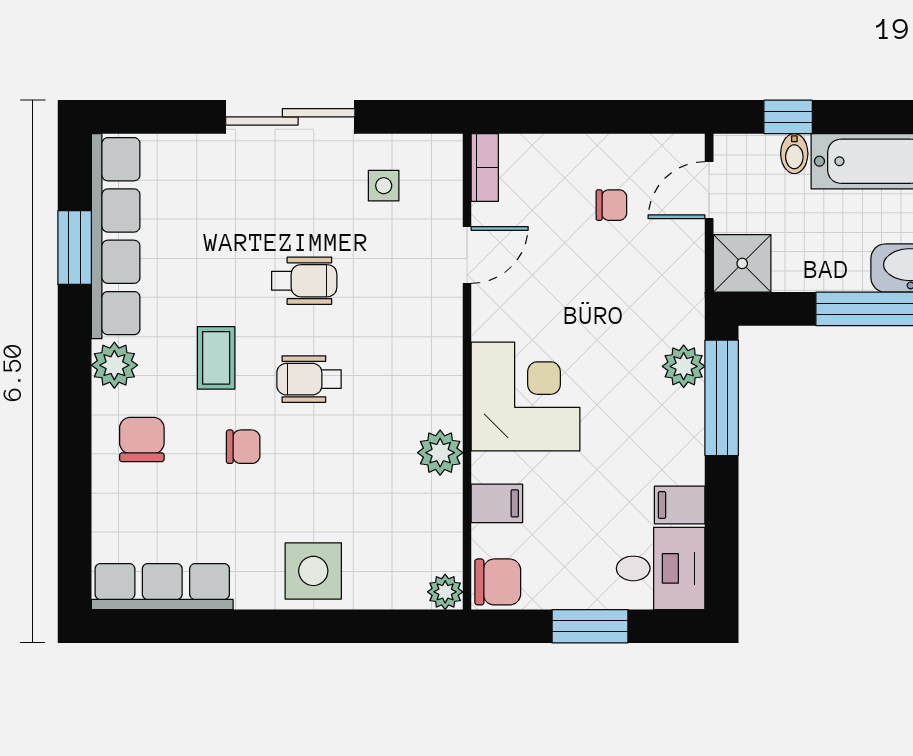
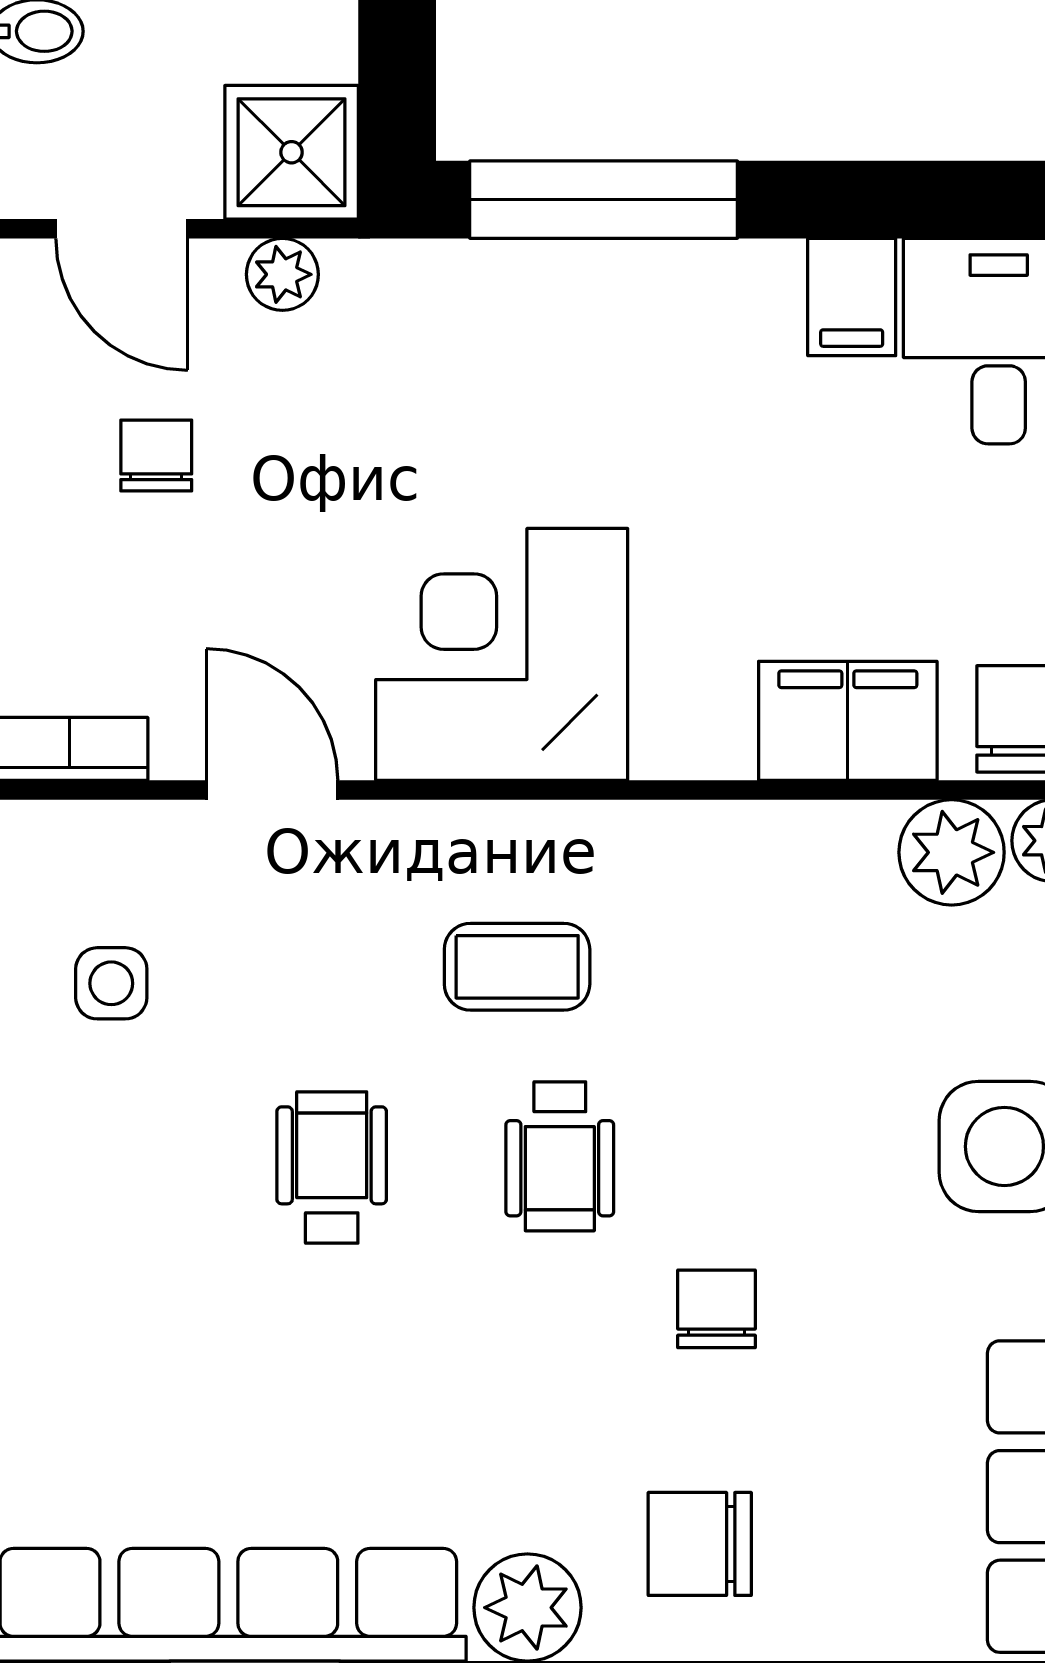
coffee table: (216, 358) -> (517, 967), moved
plant: (684, 366) -> (282, 274), moved, width x0.73, depth x0.73
corner desk: (526, 397) -> (502, 654), moved
plant: (440, 453) -> (952, 852), moved
filing cabinet: (497, 503) -> (848, 721), width x2.00

